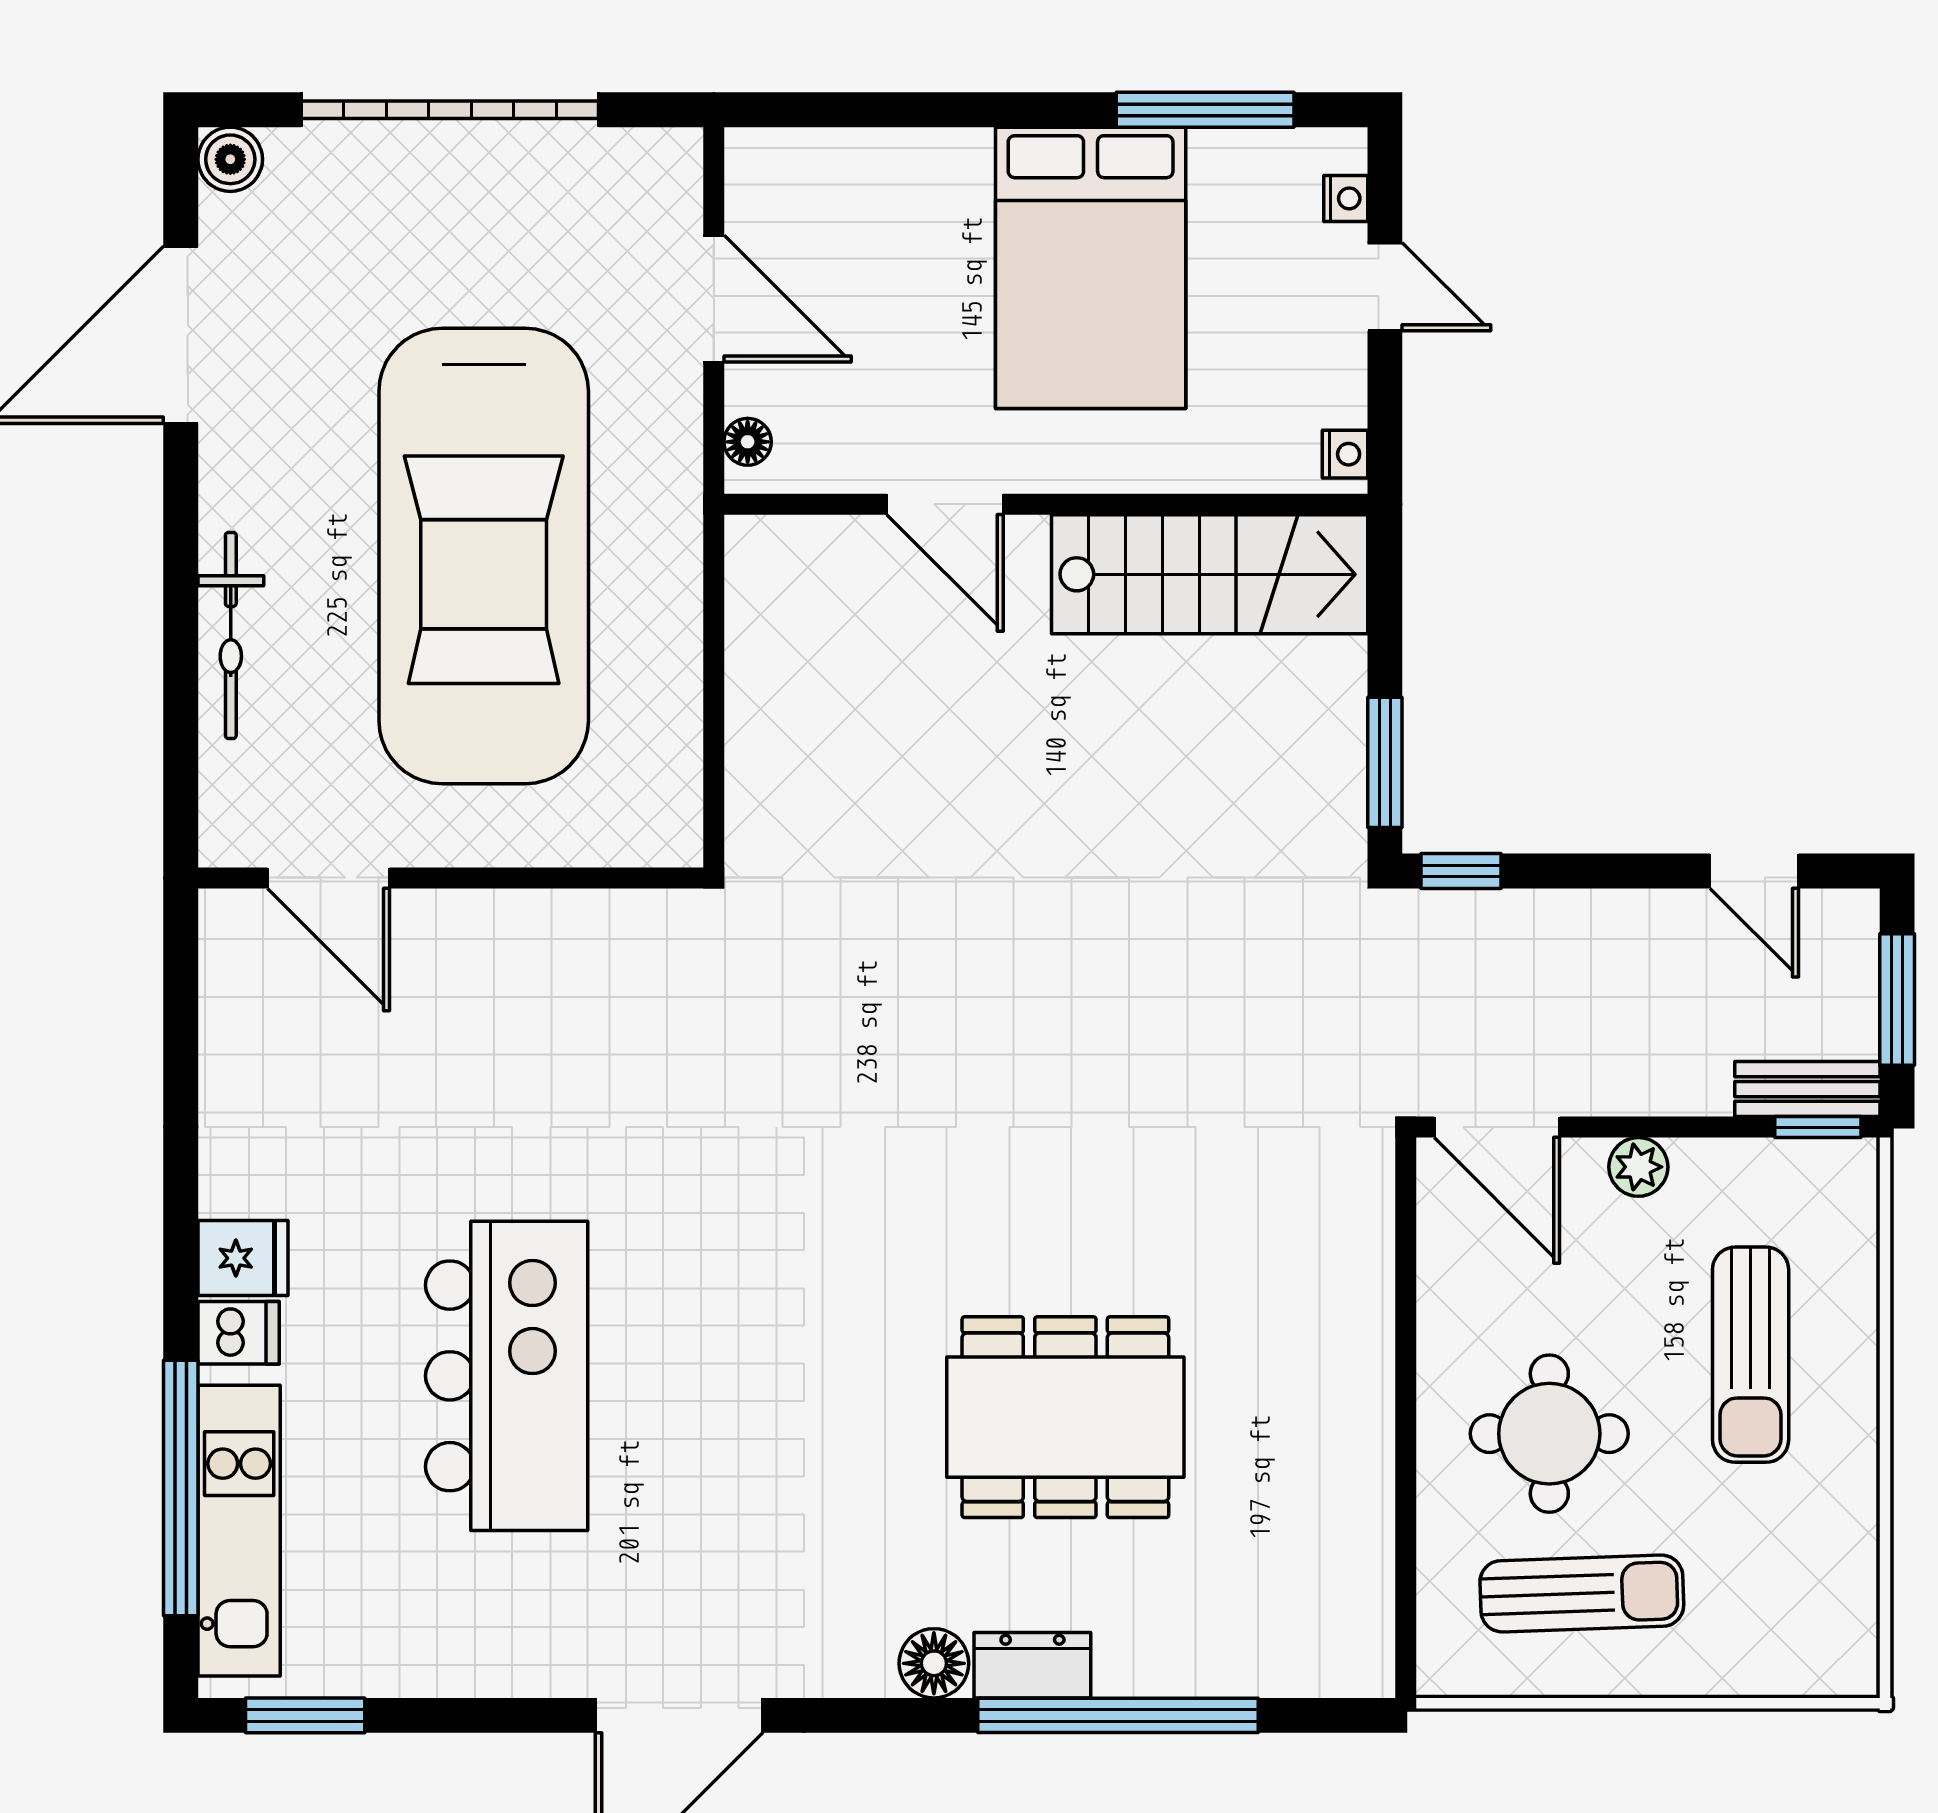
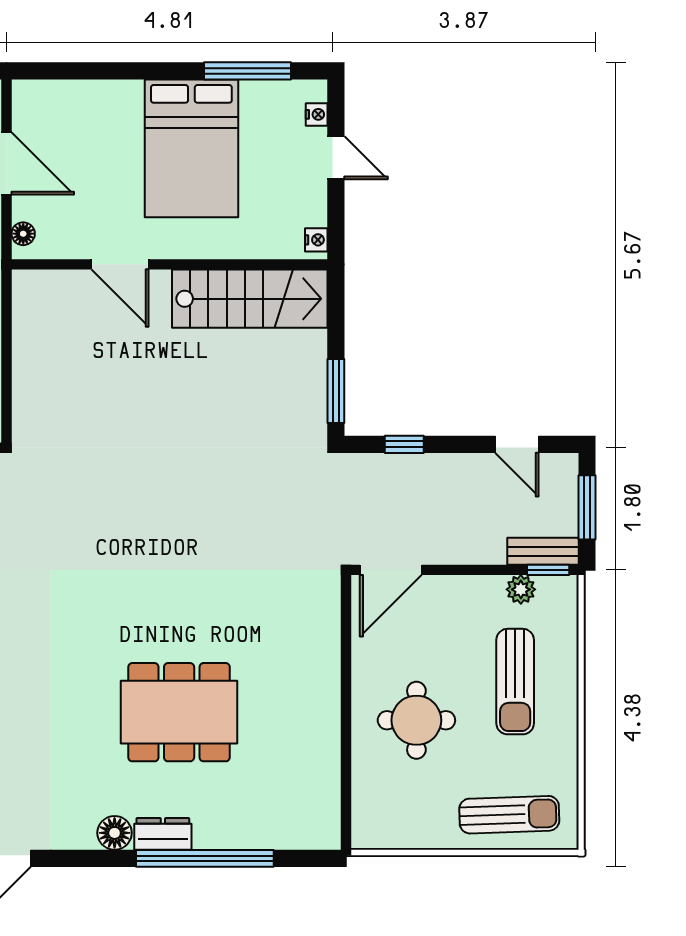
window: (1461, 871) -> (404, 444), moved
door: (1497, 1127) -> (391, 570), hinge flipped
plant: (1638, 1167) -> (521, 589), moved
sun lounger: (1582, 1594) -> (509, 815), moved

